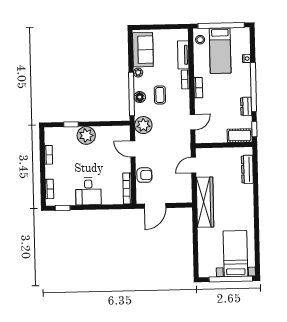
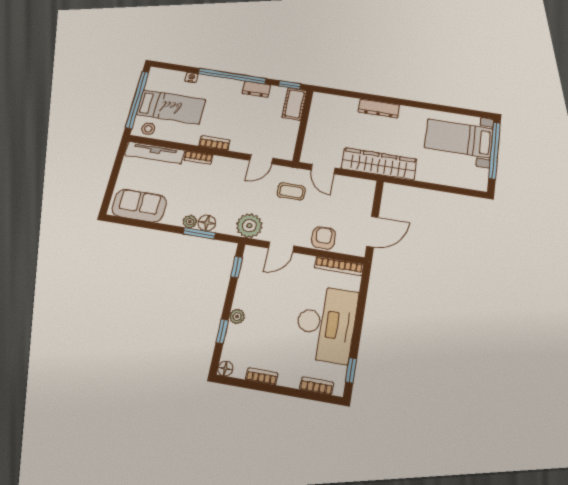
tv unit: (183, 55) -> (155, 153), width x1.41
plant: (138, 73) -> (190, 222), moved
window: (132, 94) -> (199, 233), width x0.47
coffee table: (160, 95) -> (291, 191), moved
door: (193, 122) -> (261, 159), swing flipped
window: (114, 123) -> (237, 267), added
floor lamp: (49, 132) -> (225, 369), added
plant: (86, 135) -> (237, 317), width x0.53, depth x0.53
dresser: (247, 169) -> (379, 108), moved
desk: (88, 191) -> (326, 324), width x1.87, depth x1.30
door: (155, 206) -> (372, 232), hinge flipped

